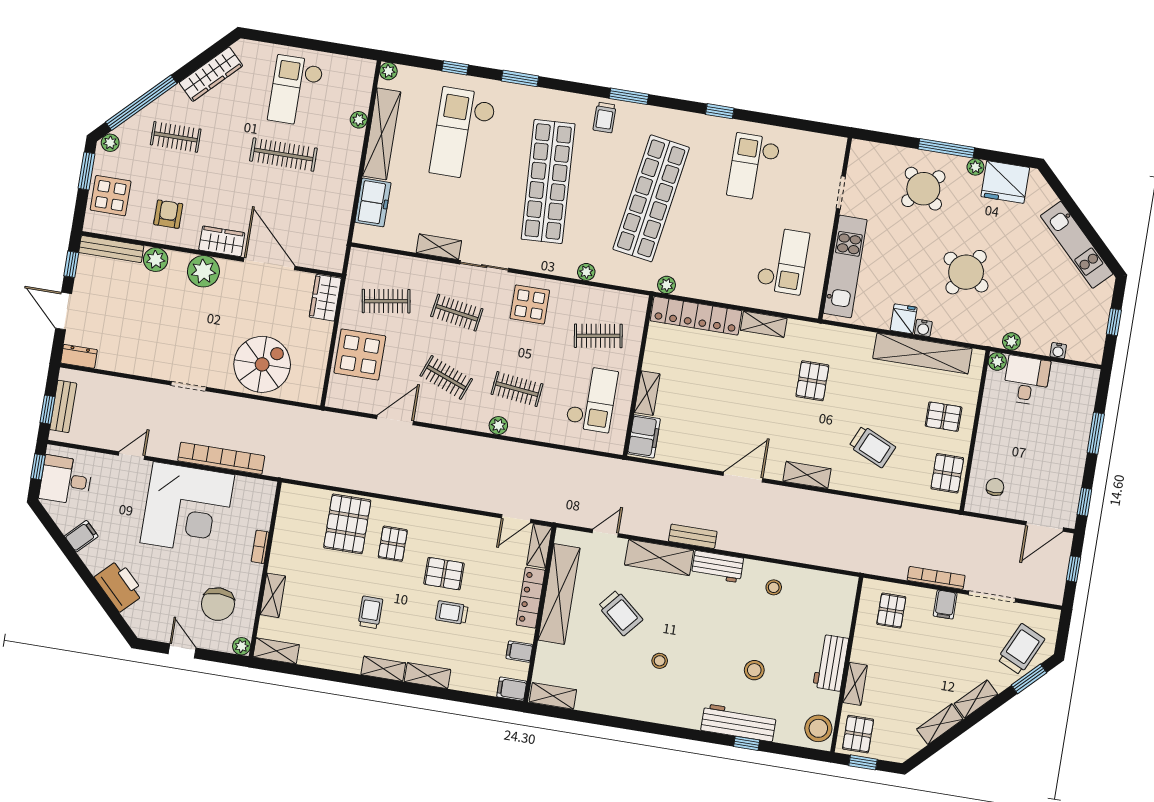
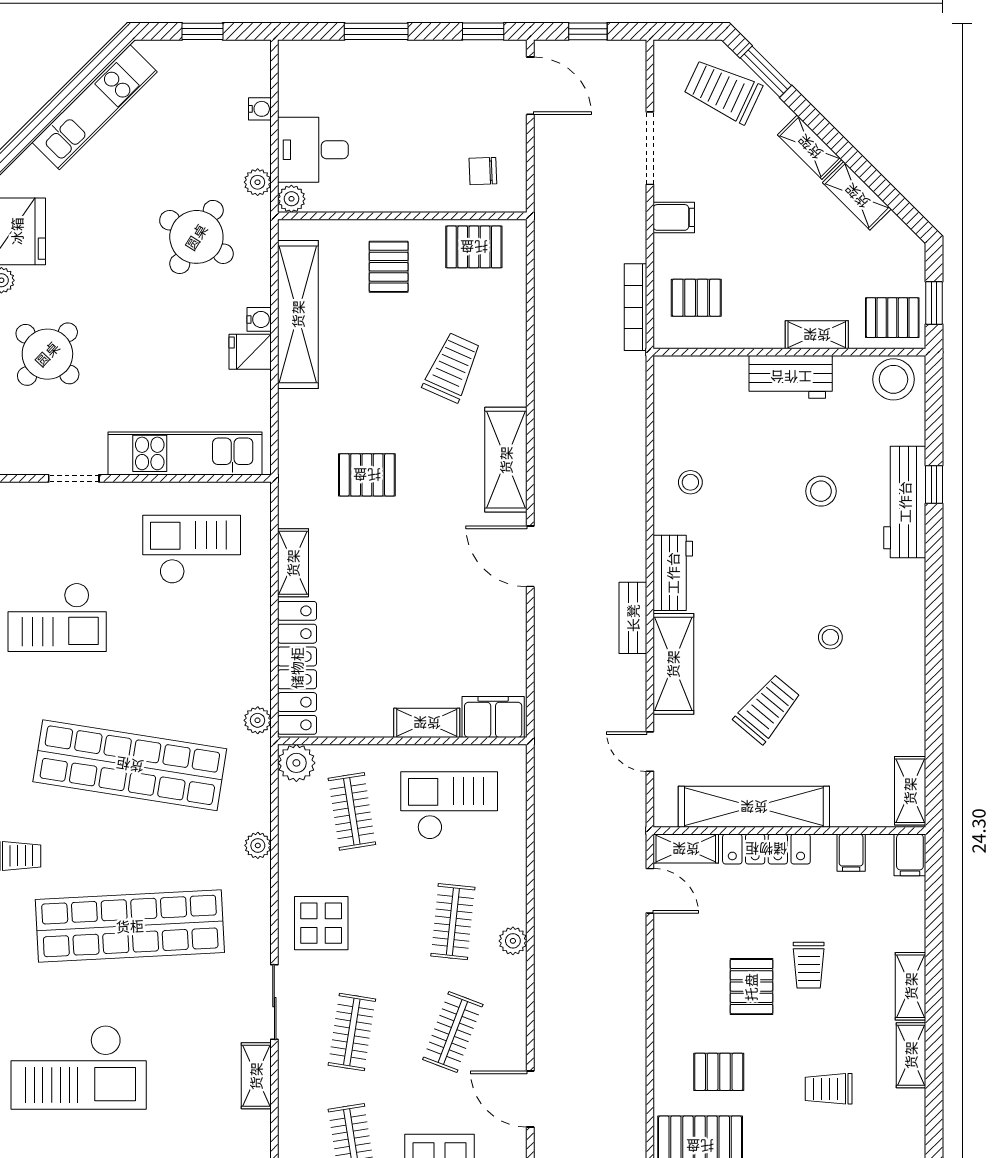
round table: (966, 272) -> (196, 237), moved
plant: (635, 305) -> (296, 763), added
shelving: (807, 475) -> (506, 460), width x1.50, depth x1.33
bookcase: (936, 578) -> (635, 307), moved

